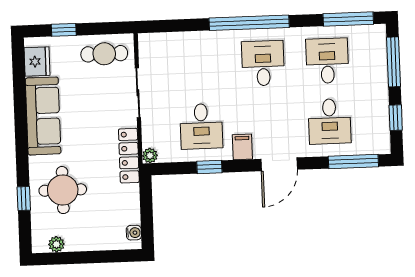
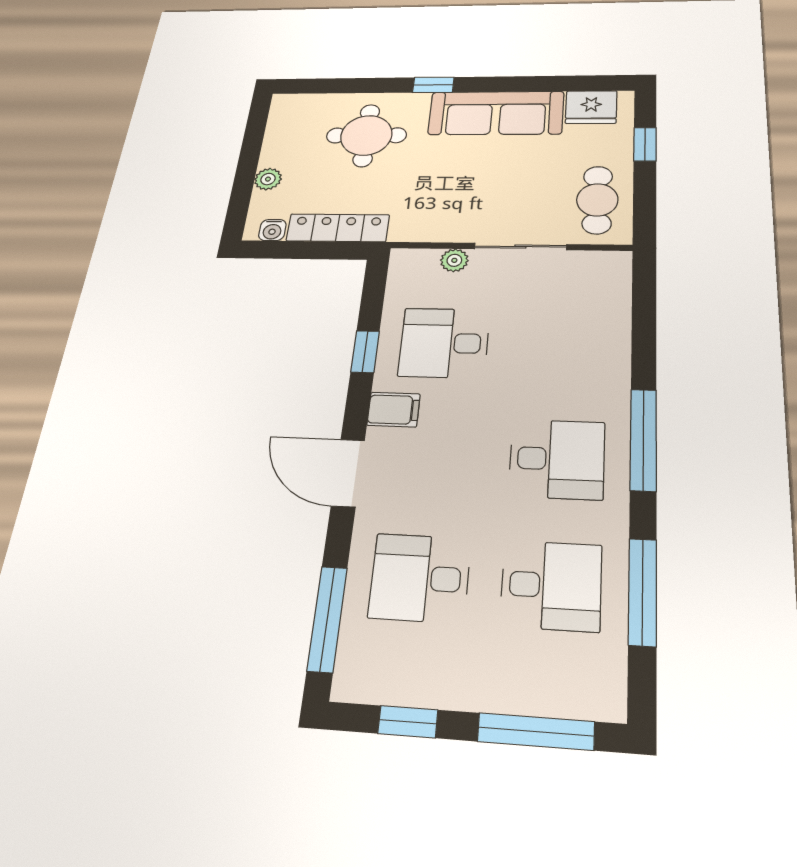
window: (348, 19) -> (643, 592), moved
window: (249, 23) -> (643, 439), width x0.68
locker: (129, 156) -> (338, 228), moved
plant: (150, 156) -> (454, 260), moved
window: (24, 199) -> (433, 85), moved
plant: (56, 244) -> (268, 179), moved

